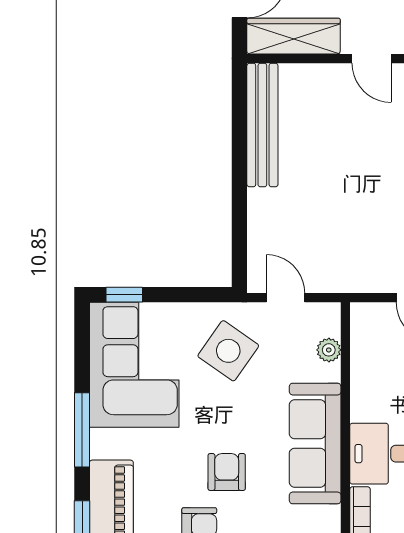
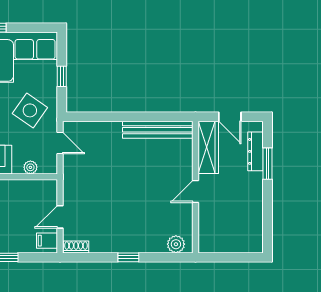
window: (124, 295) -> (62, 76), moved
door: (286, 298) -> (60, 143), hinge flipped

